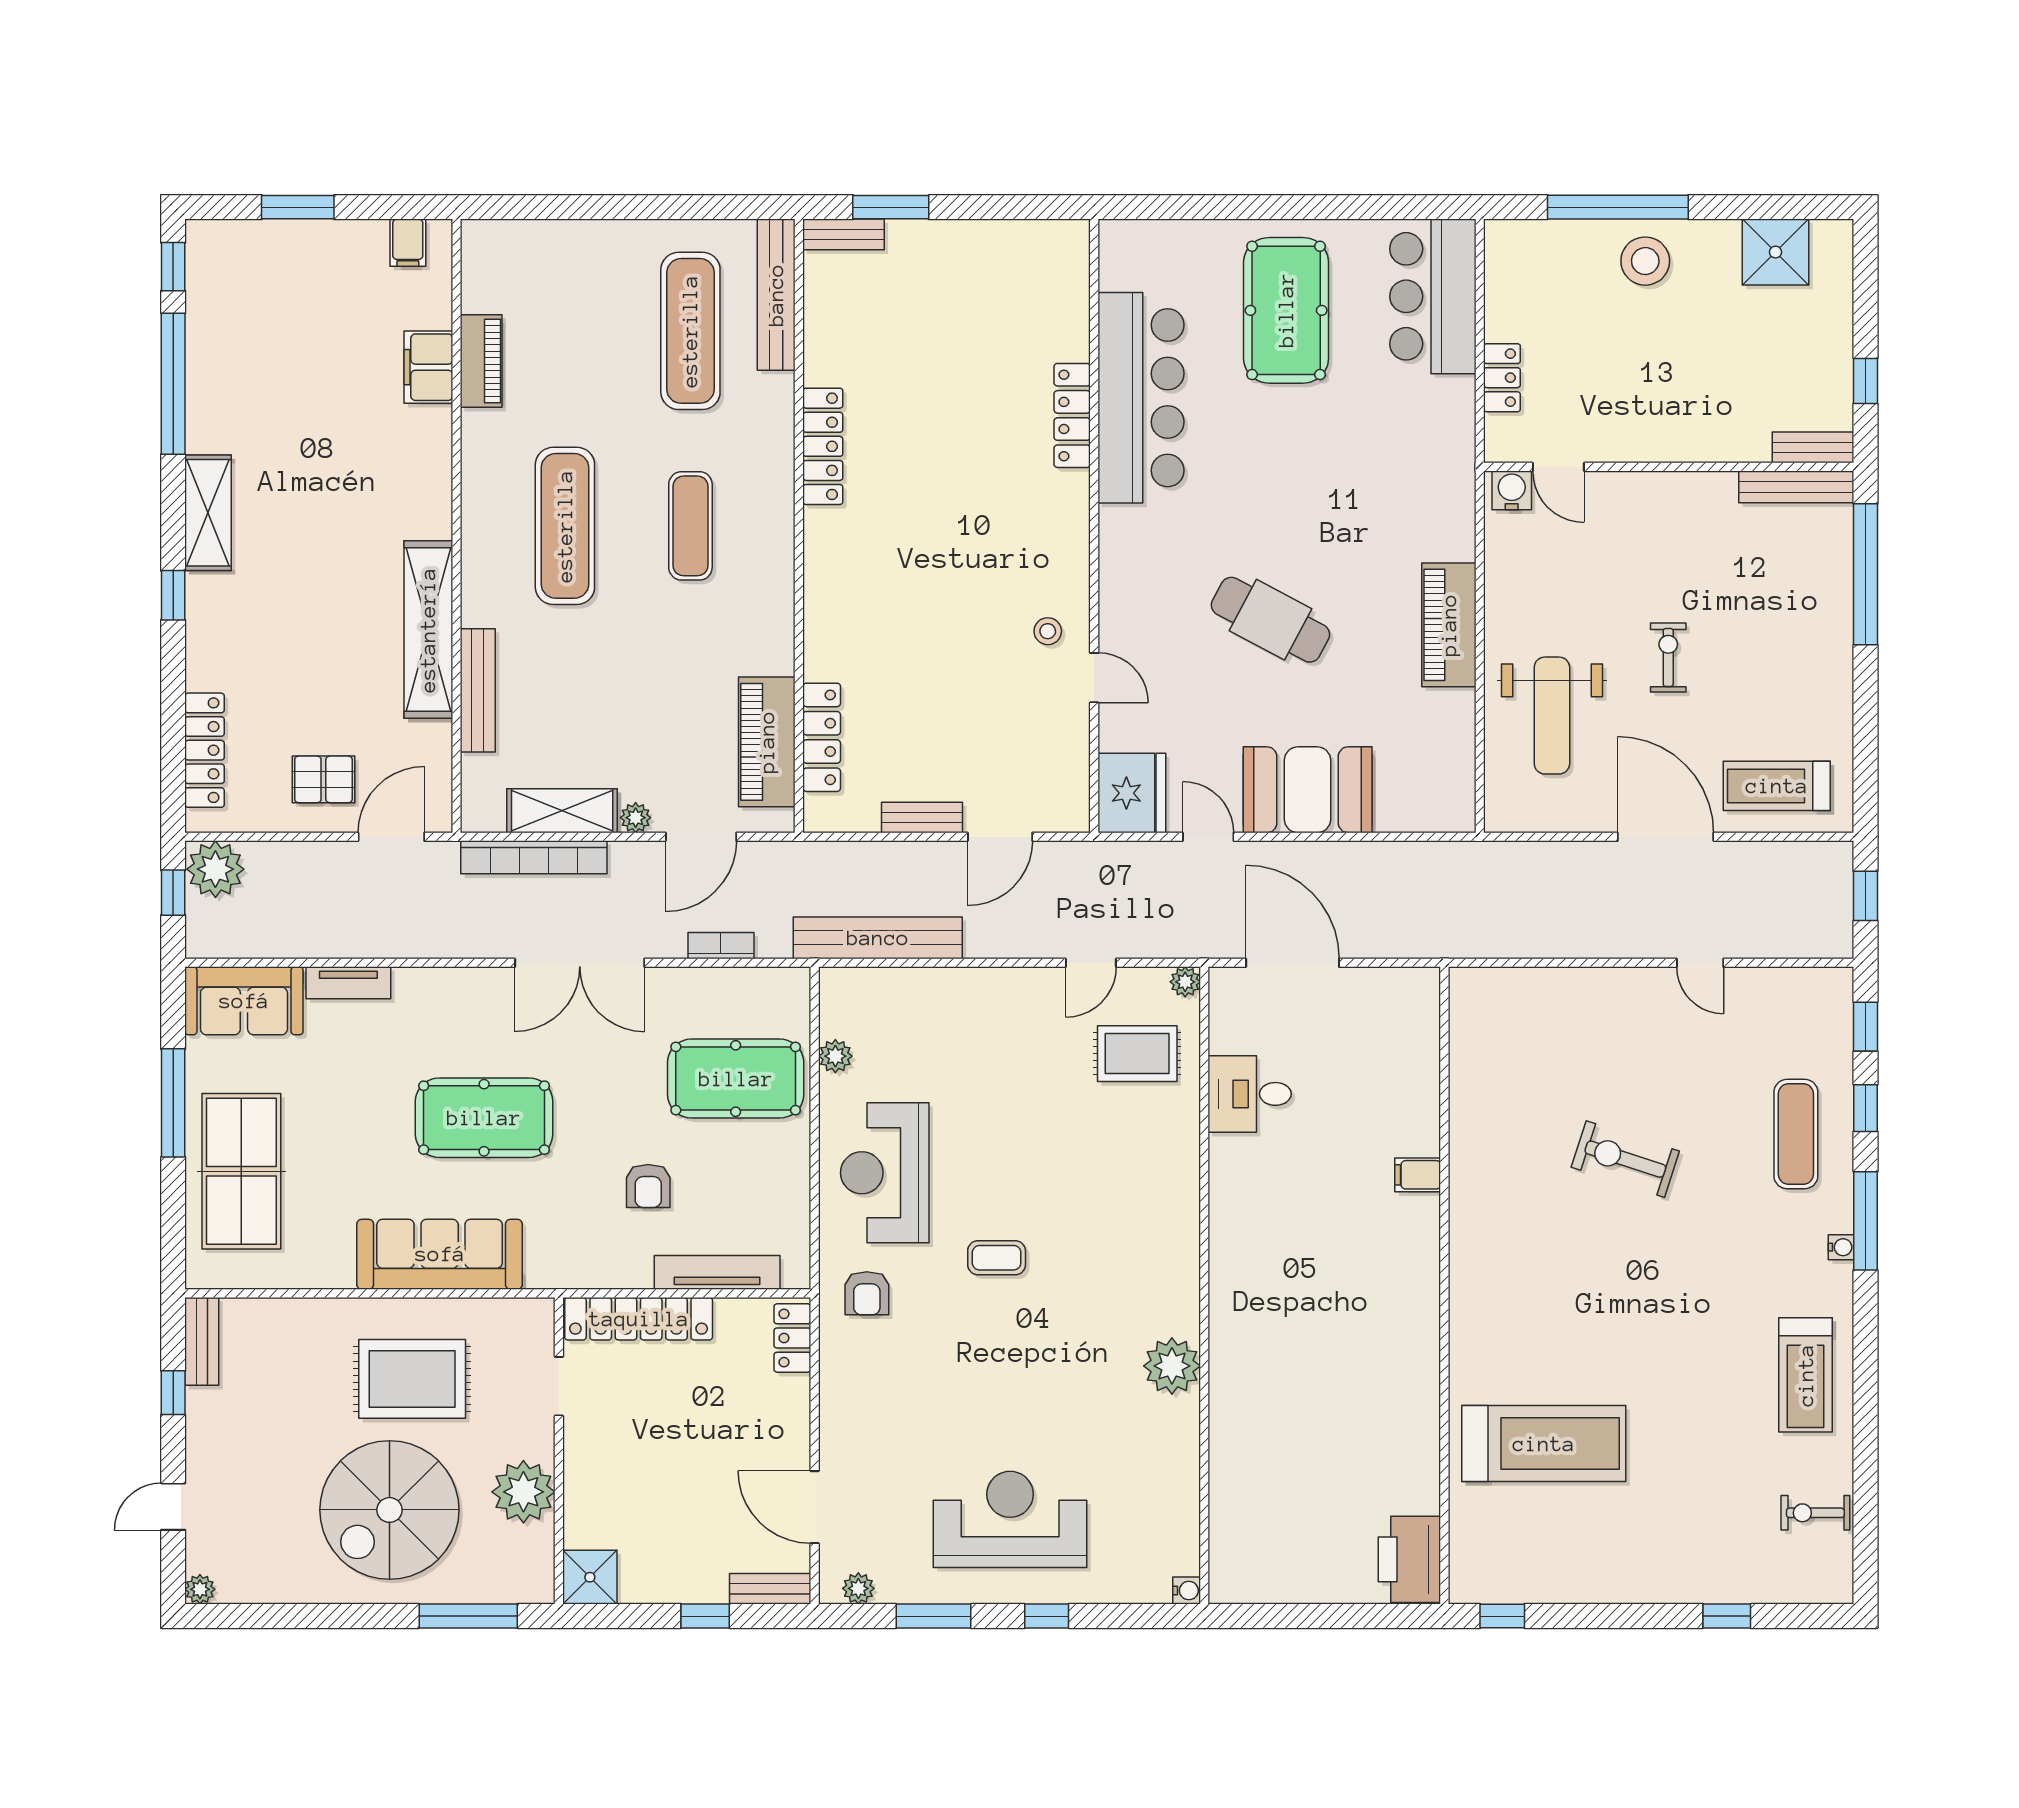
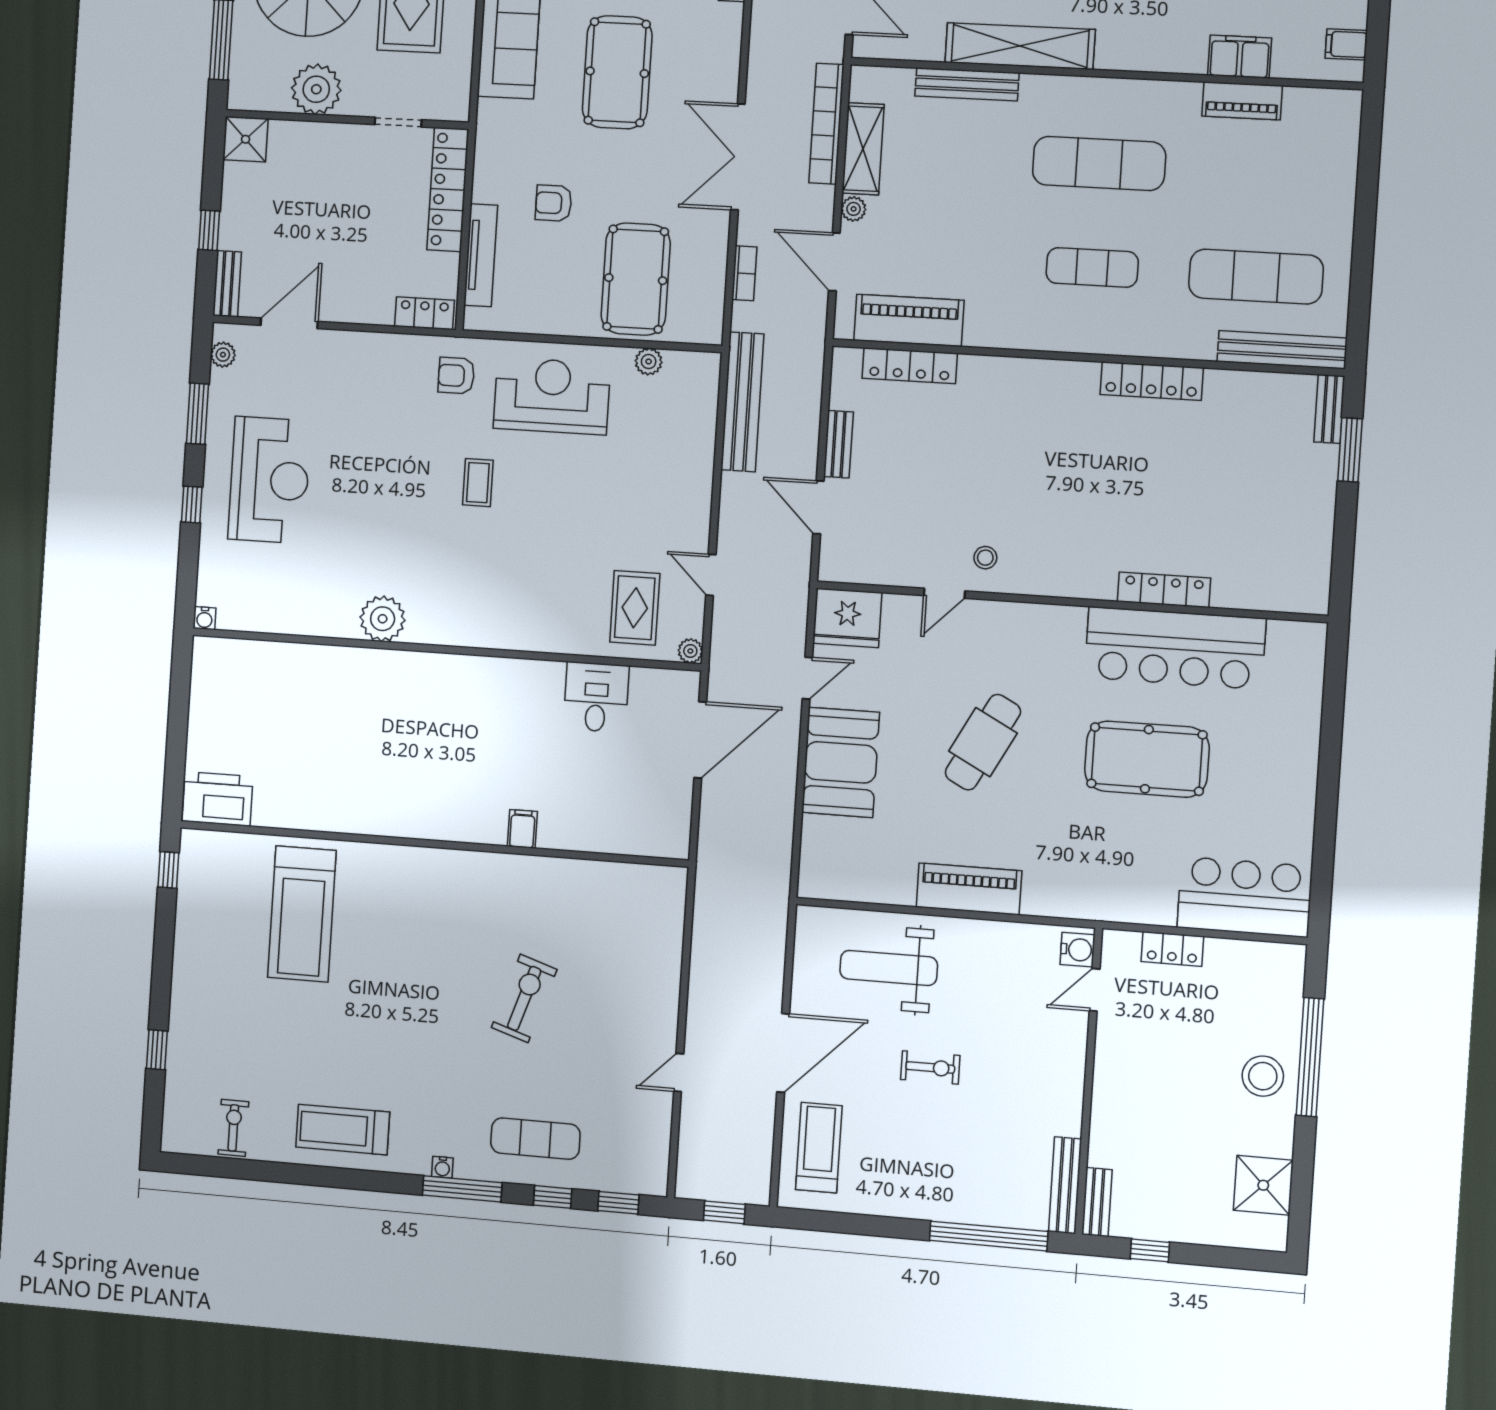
pool table: (1286, 310) -> (1147, 759), moved

